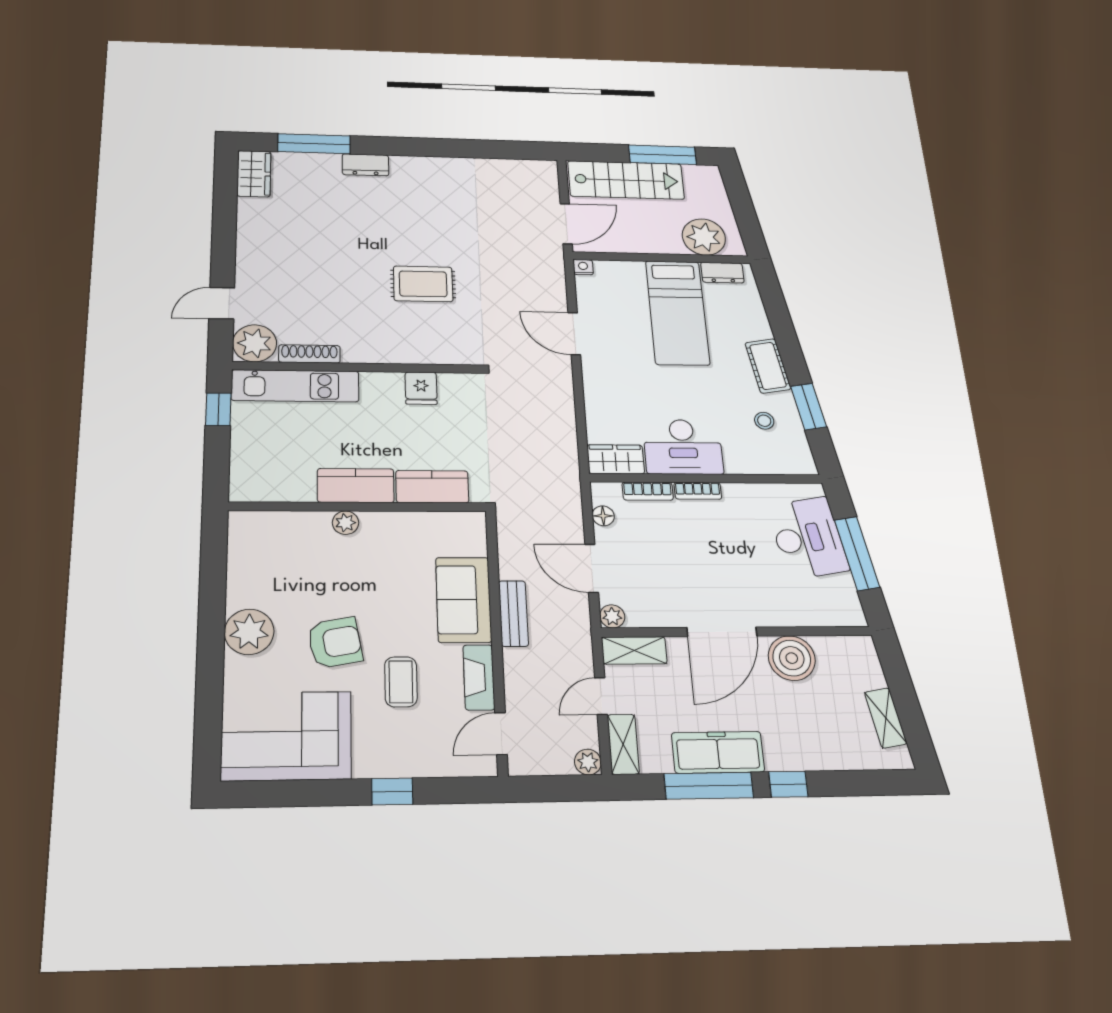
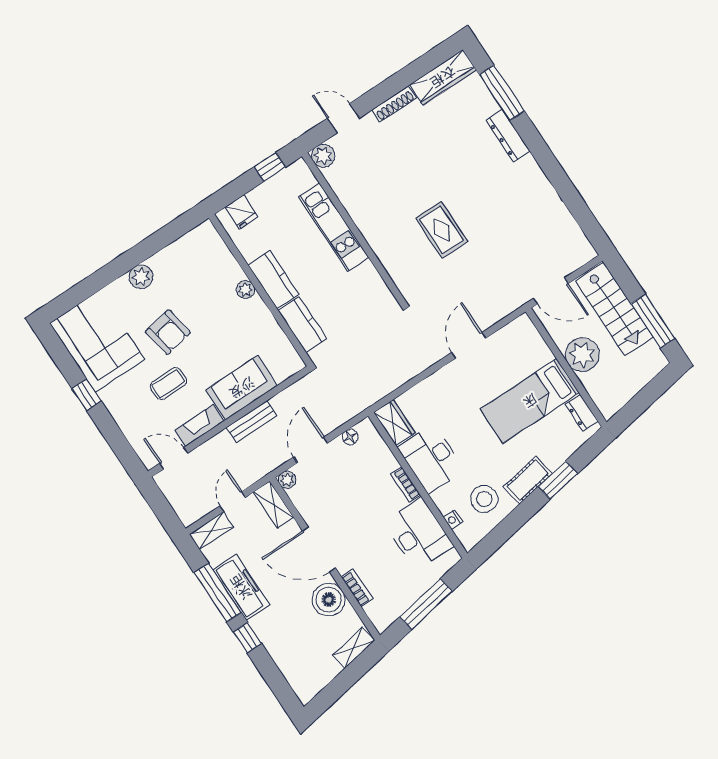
dresser: (365, 165) -> (508, 136), width x1.44
wardrobe: (254, 174) -> (443, 77), width x1.50
plant: (704, 237) -> (582, 355), moved
nightstand: (583, 267) -> (453, 520), moved, turned 180
plant: (255, 343) -> (323, 156), width x0.73, depth x0.73
shoe rack: (309, 354) -> (394, 104), moved, turned 90
kitchen unit: (295, 386) -> (334, 227), moved
fridge: (421, 388) -> (241, 212), moved, turned -90
window: (808, 407) -> (558, 480), moved
stool: (764, 421) -> (484, 499), width x1.89, depth x1.89
bookcase: (648, 491) -> (357, 588), moved, turned 180
desk: (808, 538) -> (418, 534), moved, turned -80
plant: (249, 632) -> (141, 277), width x0.73, depth x0.73
door: (601, 696) -> (233, 502), hinge flipped
shelving: (886, 718) -> (354, 648), moved
plant: (588, 762) -> (188, 517), removed
window: (392, 791) -> (87, 395), moved

